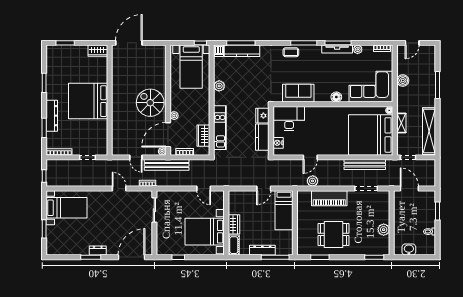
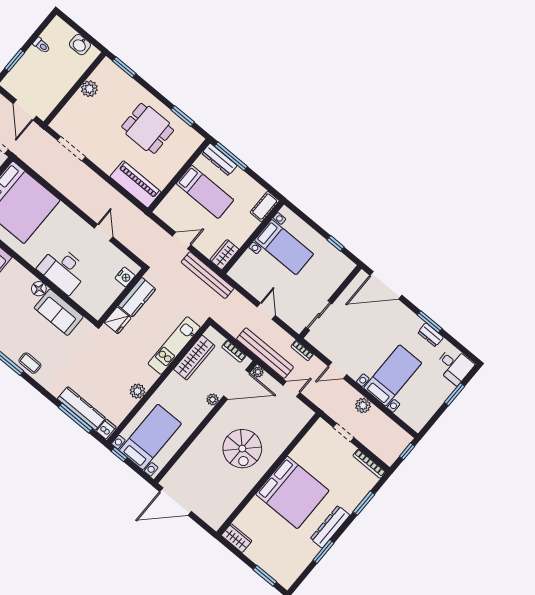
door: (129, 43) -> (176, 501), moved
floor lamp: (336, 97) -> (39, 289), moved
spiral stairs: (150, 103) -> (242, 449), moved
dresser: (52, 116) -> (330, 527), moved
desk: (289, 118) -> (63, 270), moved
wardrobe: (203, 136) -> (194, 358), width x1.50
door: (136, 157) -> (291, 389), hinge flipped
door: (310, 157) -> (104, 232), hinge flipped
bench: (365, 165) -> (207, 275), moved
plant: (313, 181) -> (363, 405), moved
door: (119, 189) -> (337, 370), hinge flipped
door: (204, 189) -> (266, 311), moved
piano: (329, 198) -> (136, 184), moved
bed with nightstands: (66, 208) -> (393, 376), moved, turned 90
bed: (284, 210) -> (205, 192), moved, turned 90
wardrobe: (234, 224) -> (224, 255), moved
bed with nightstands: (205, 232) -> (284, 247), width x0.73
desk: (57, 244) -> (454, 366), added
dresser: (262, 250) -> (219, 159), moved
dresser: (98, 251) -> (431, 335), moved

